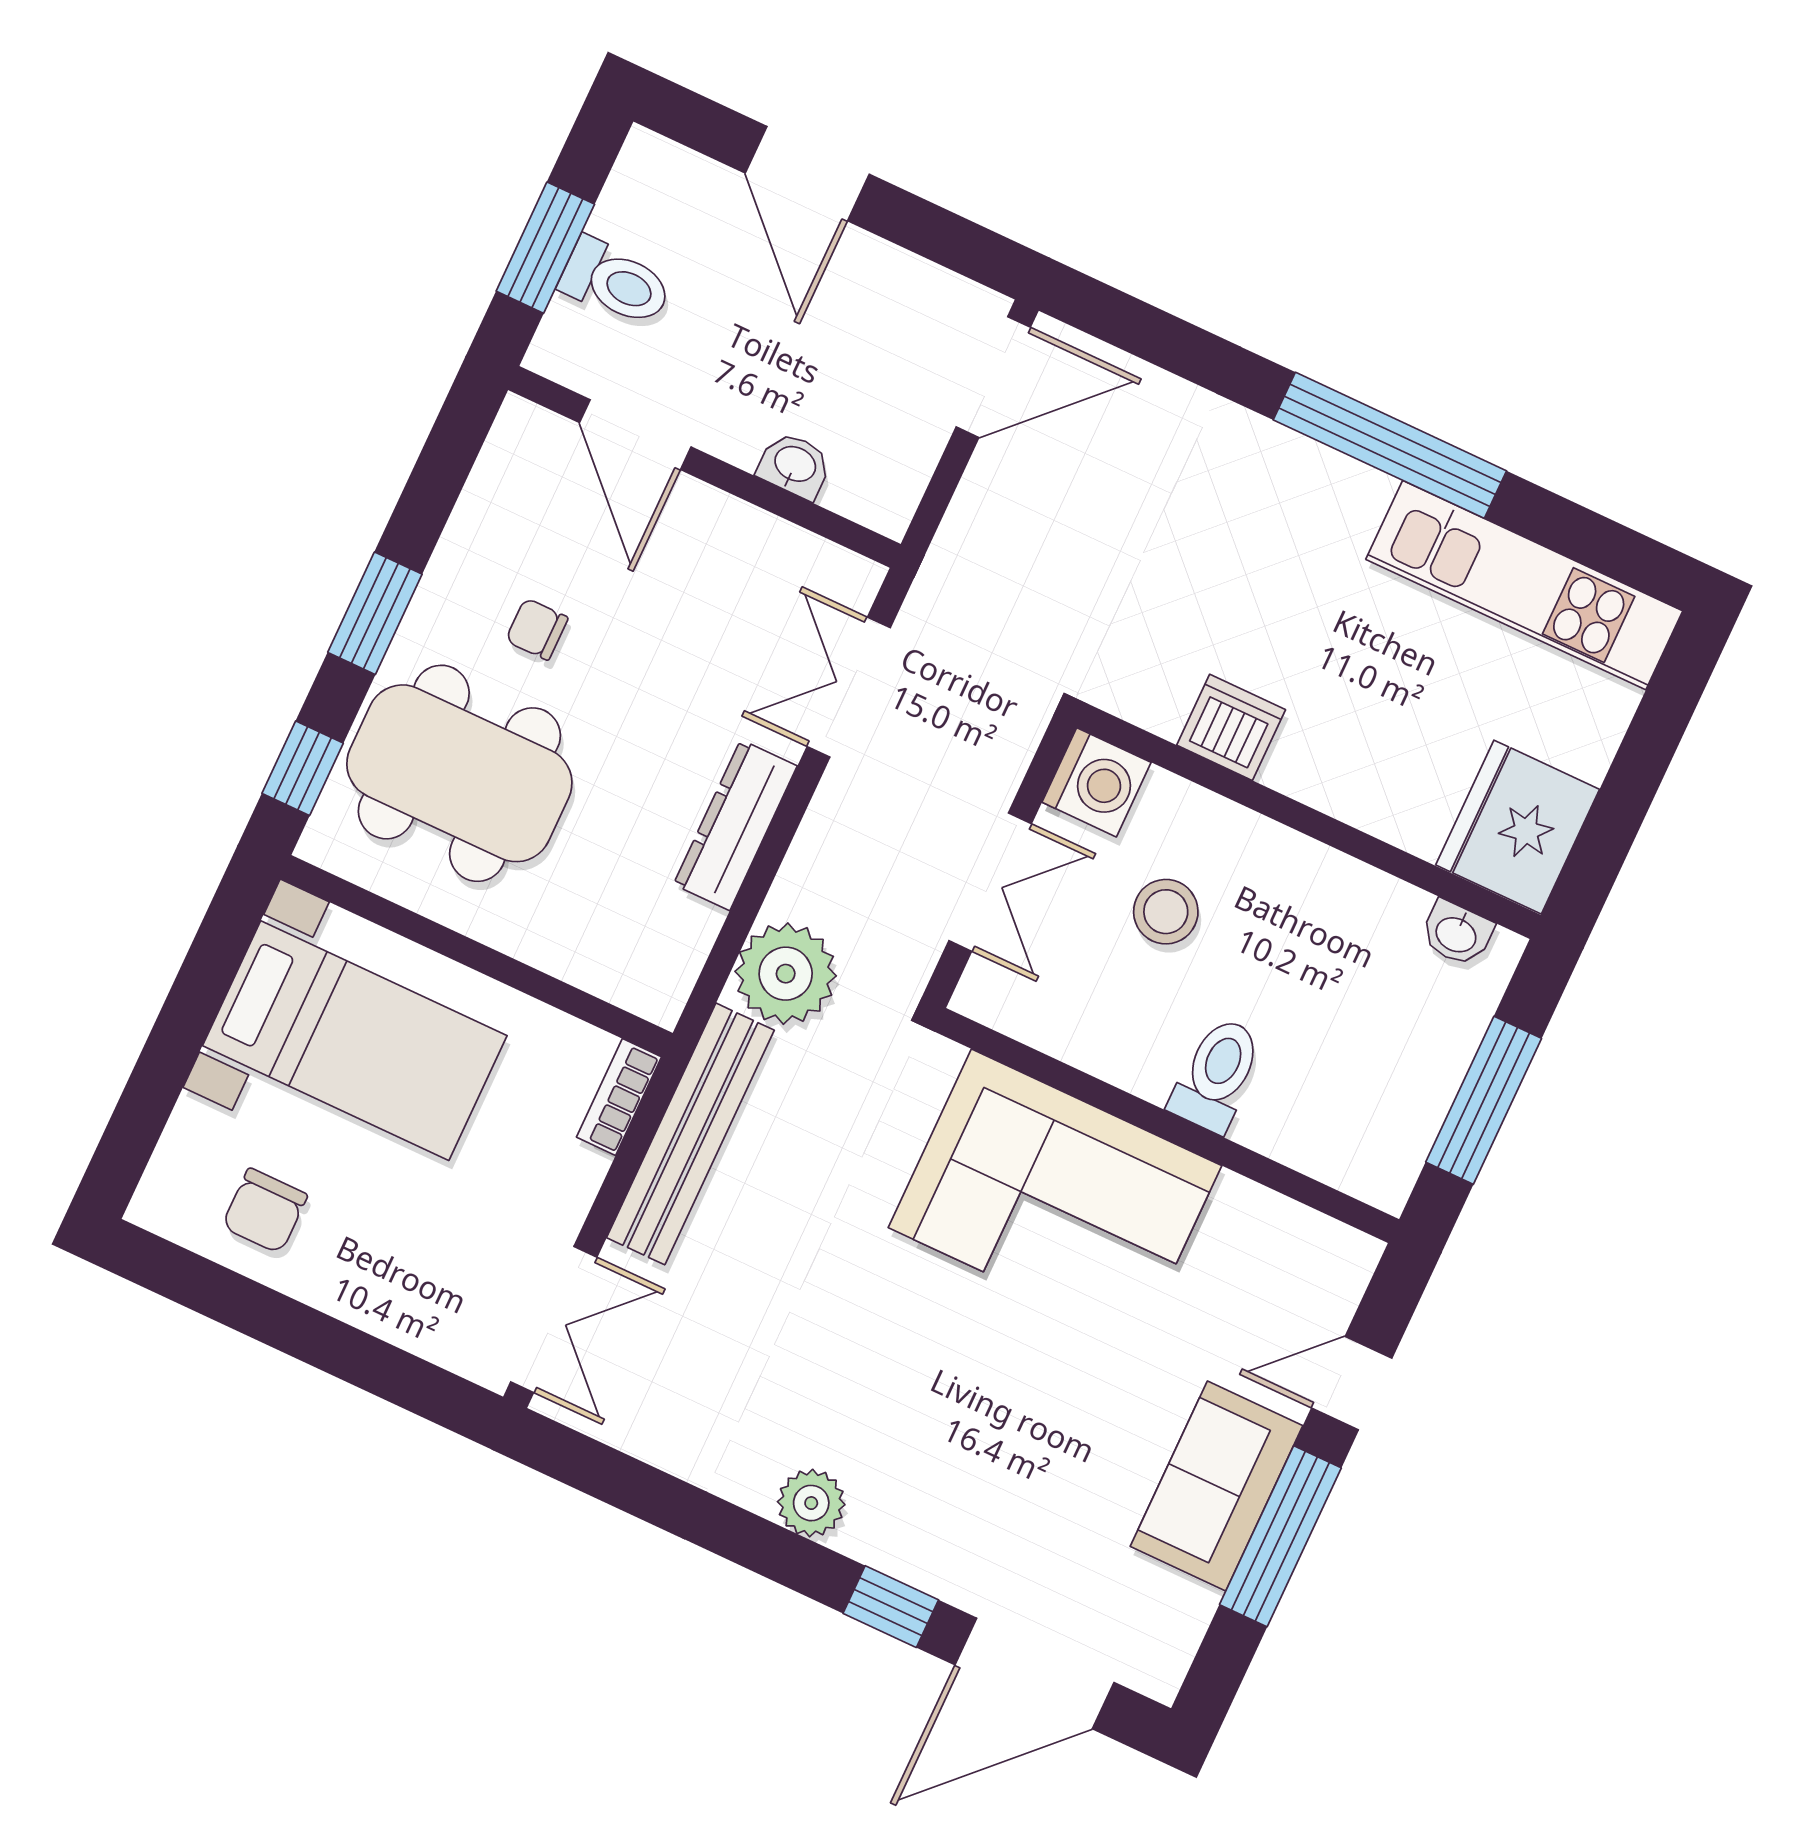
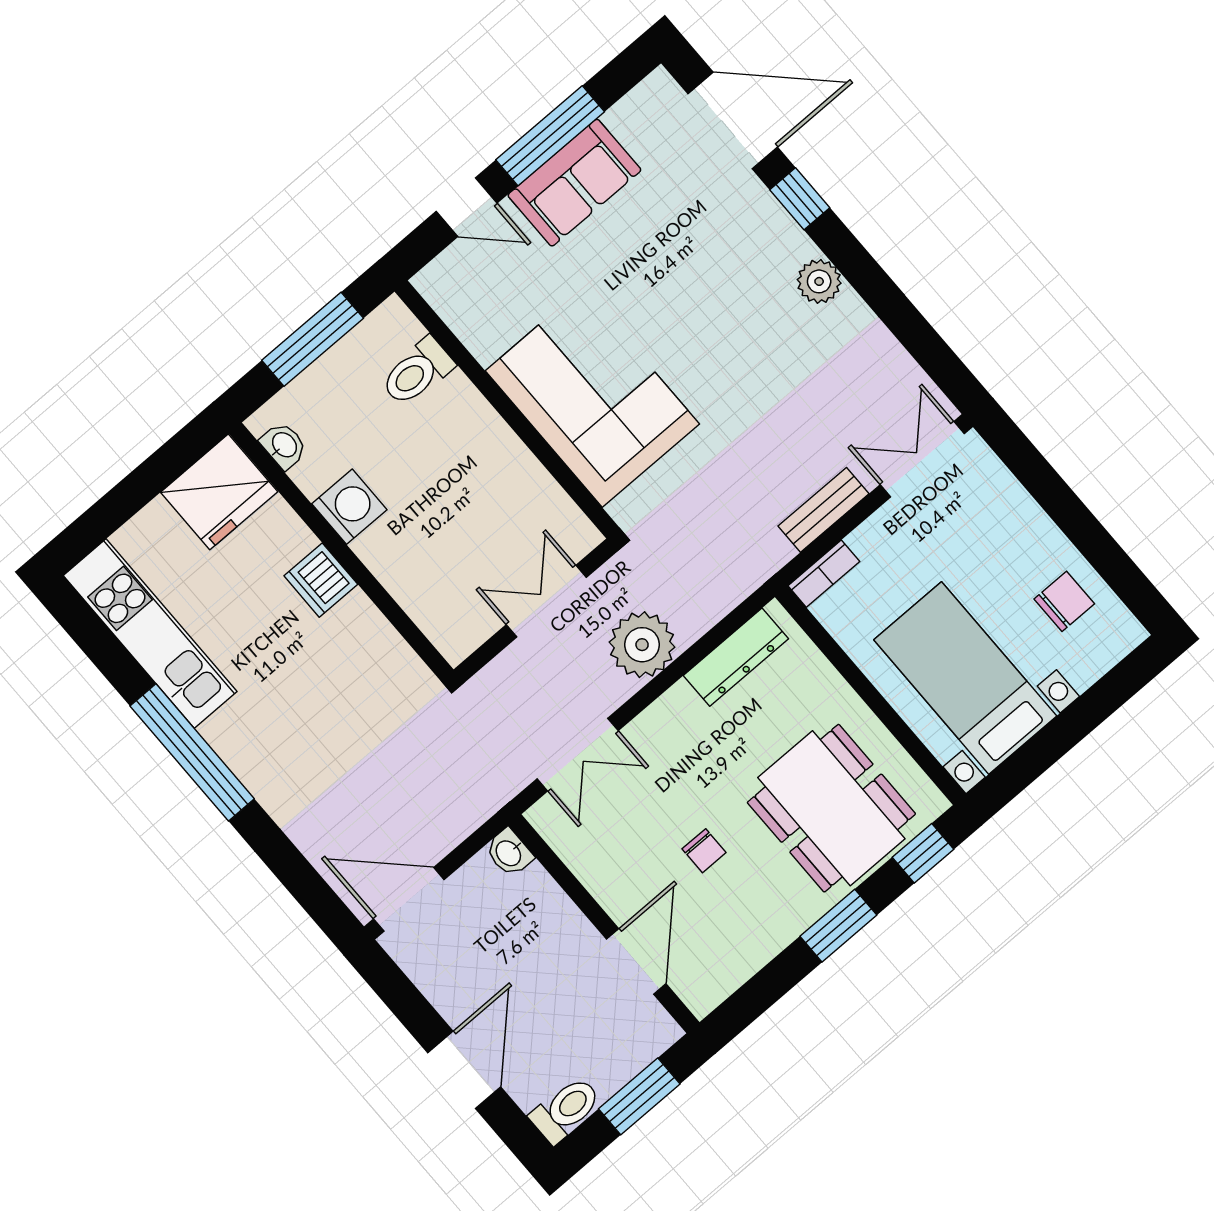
toilet: (616, 283) -> (566, 1110), moved, turned 90
washbasin: (795, 465) -> (509, 853), moved
chair: (537, 629) -> (704, 851), moved
dishwasher: (1231, 727) -> (321, 580), moved
washing machine: (1097, 782) -> (349, 507), moved, turned 90
dresser: (735, 825) -> (736, 657), moved
stool: (1166, 912) -> (450, 536), removed
plant: (786, 974) -> (642, 645), moved
toilet: (1217, 1075) -> (417, 372), moved
bench: (690, 1134) -> (824, 510), width x0.54, depth x0.82

